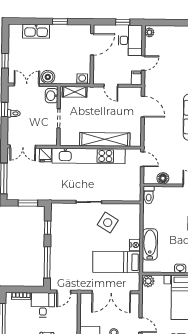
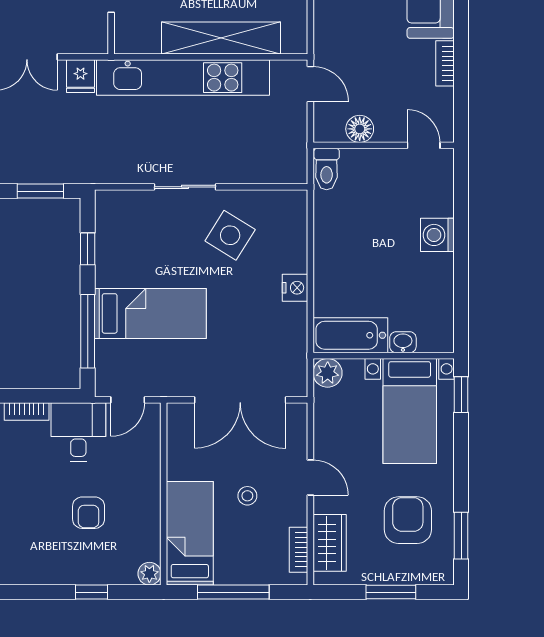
bathtub: (150, 244) -> (350, 335), moved, turned -90
bed: (116, 262) -> (150, 313), moved, turned 180

